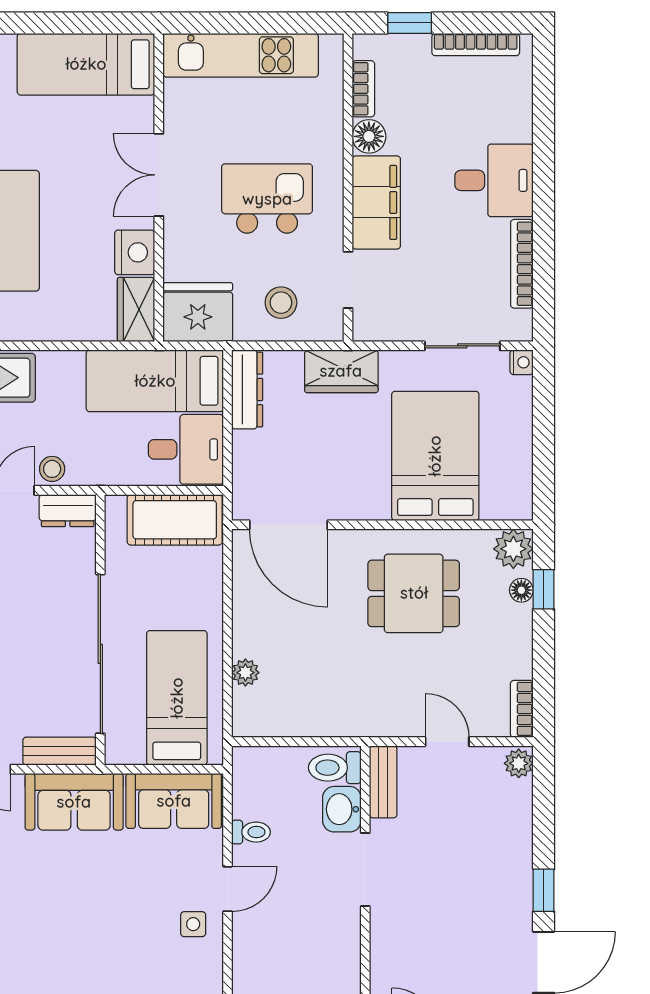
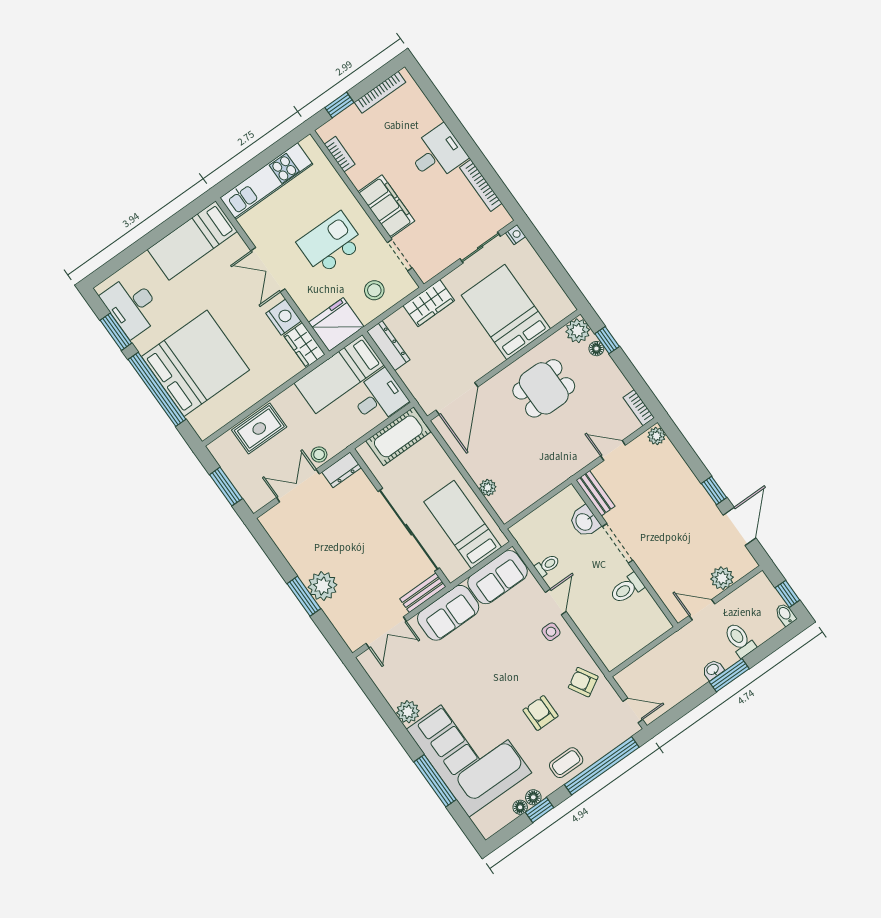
floor lamp: (369, 136) -> (359, 176), removed
door: (289, 525) -> (457, 399), hinge flipped
toilet: (335, 768) -> (627, 589), moved

